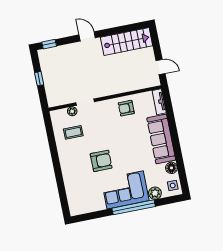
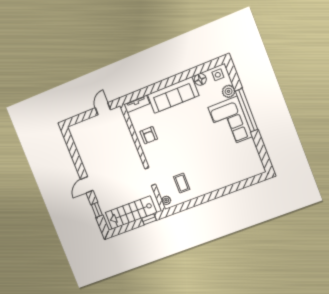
stairs: (127, 42) -> (131, 213), moved, turned -90
window: (49, 44) -> (97, 210), moved
window: (39, 79) -> (149, 219), moved
plant: (72, 111) -> (166, 200), moved
armchair: (101, 161) -> (205, 151), removed

